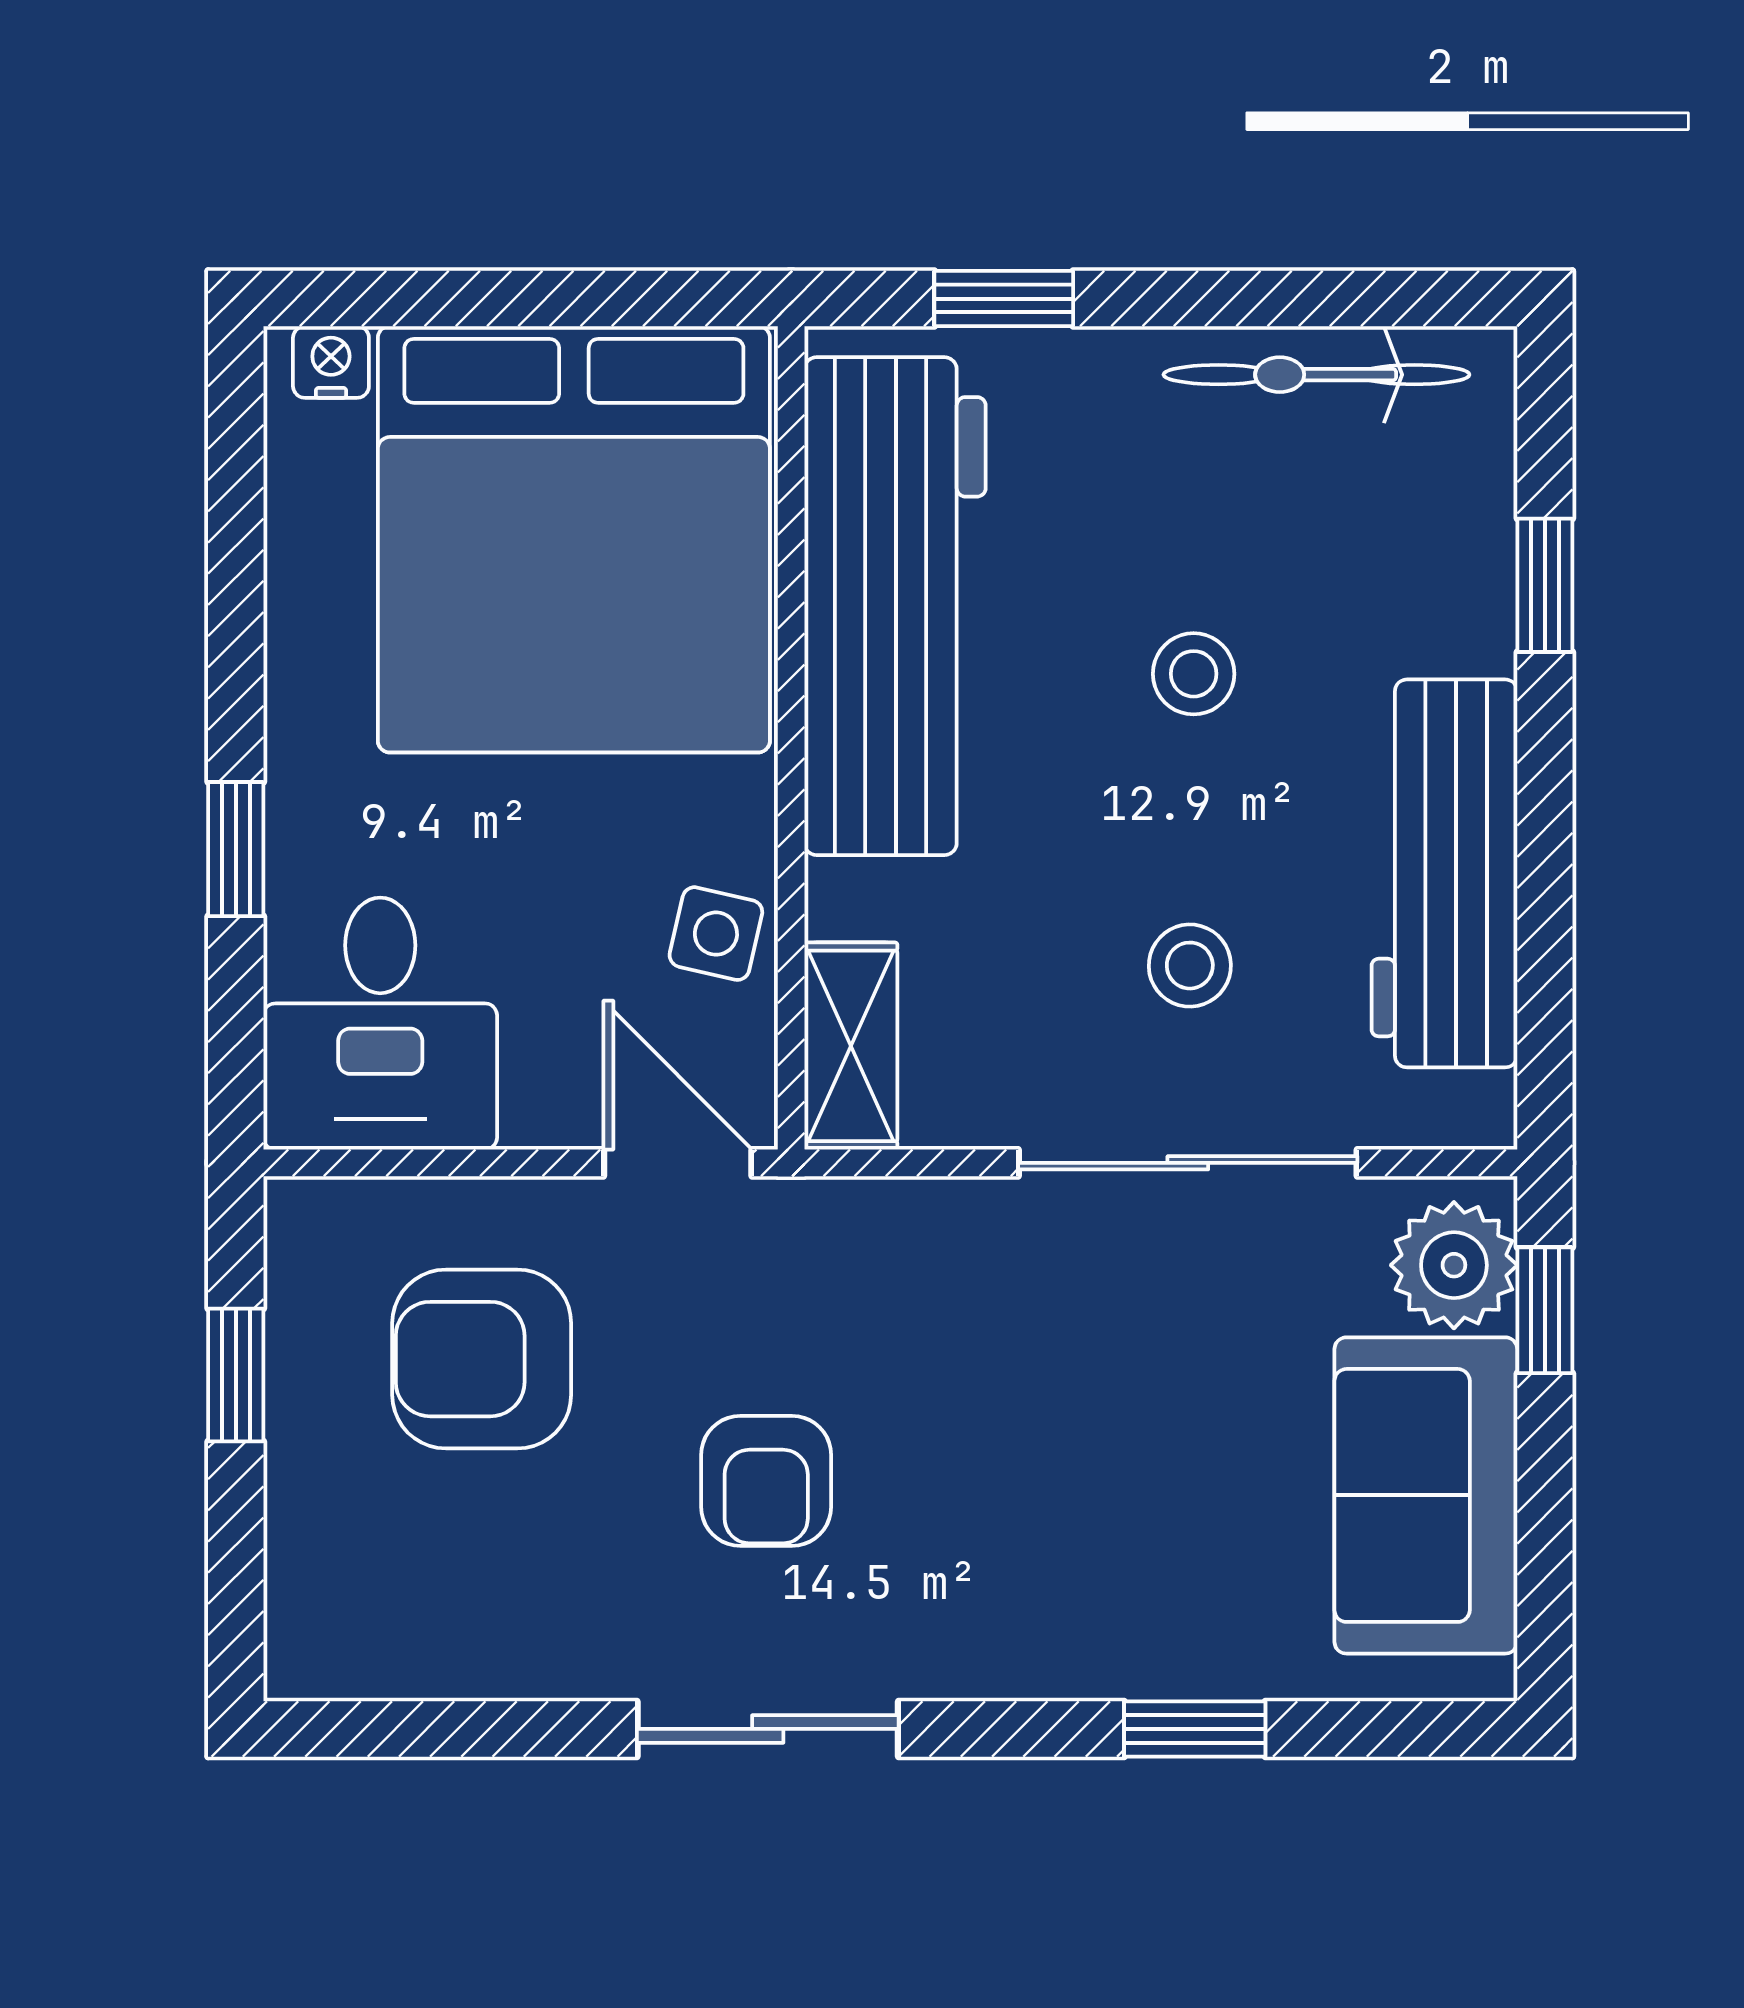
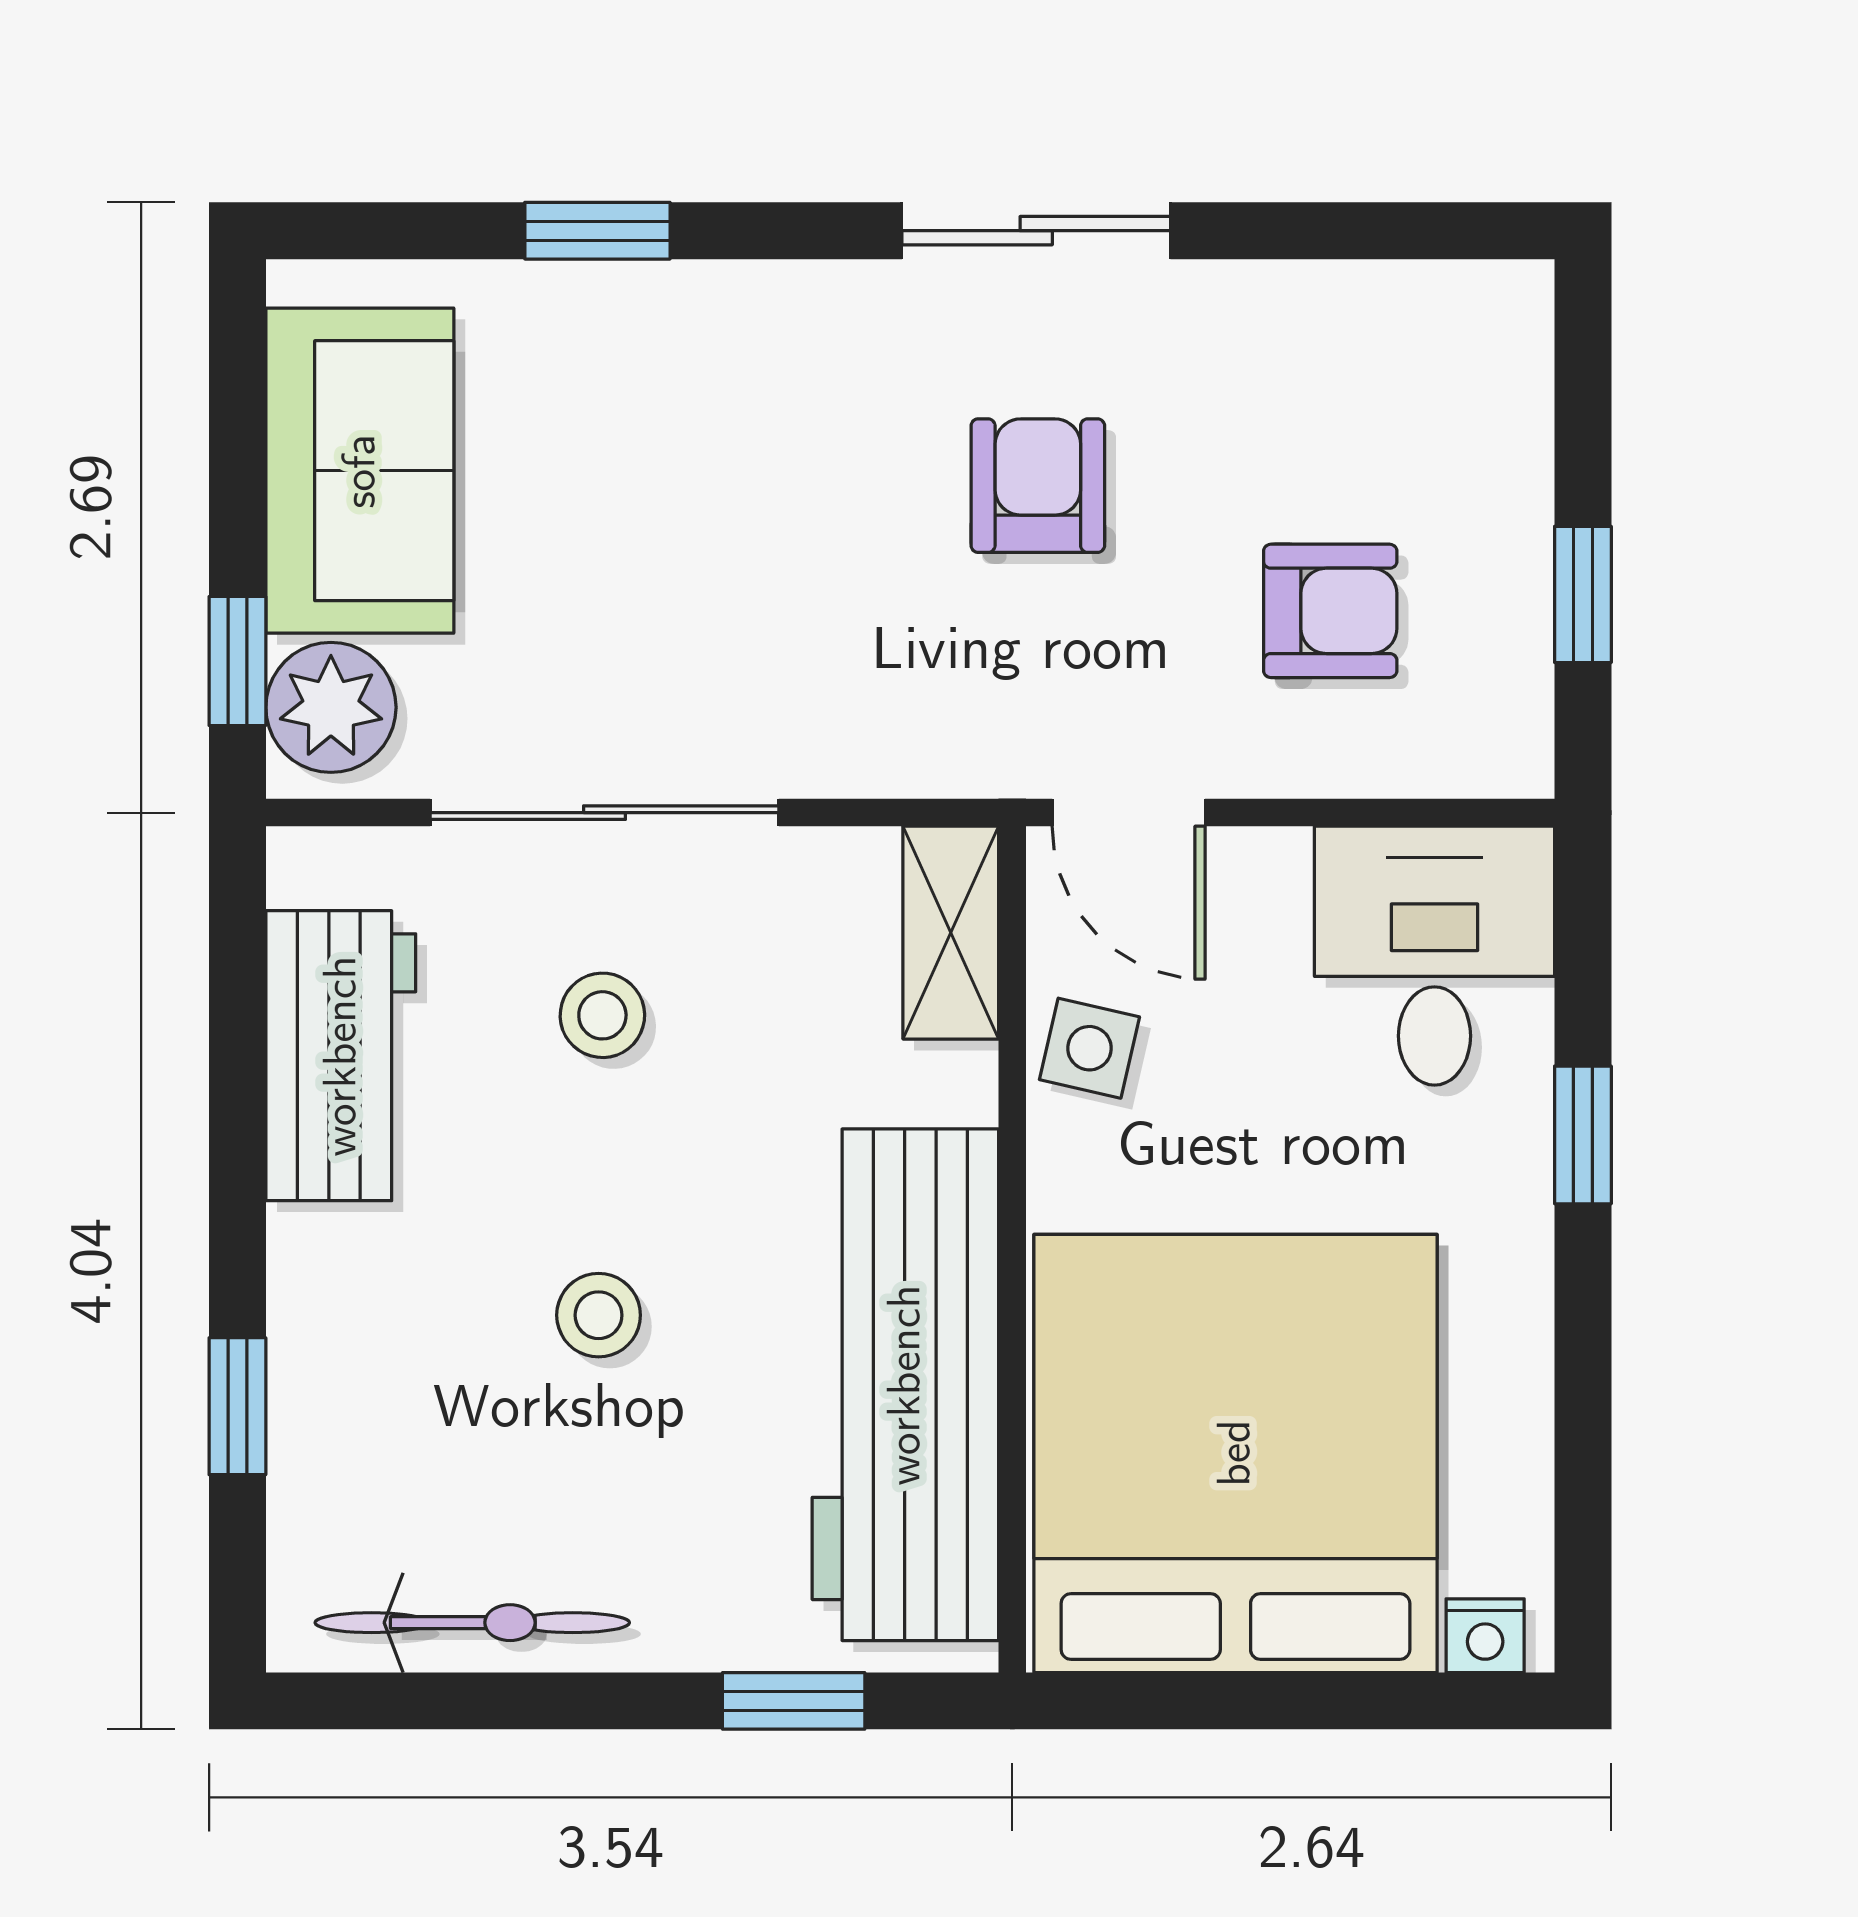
workbench: (1444, 873) -> (341, 1056), width x0.73
armchair: (482, 1359) -> (1330, 611), width x0.72, depth x0.72

